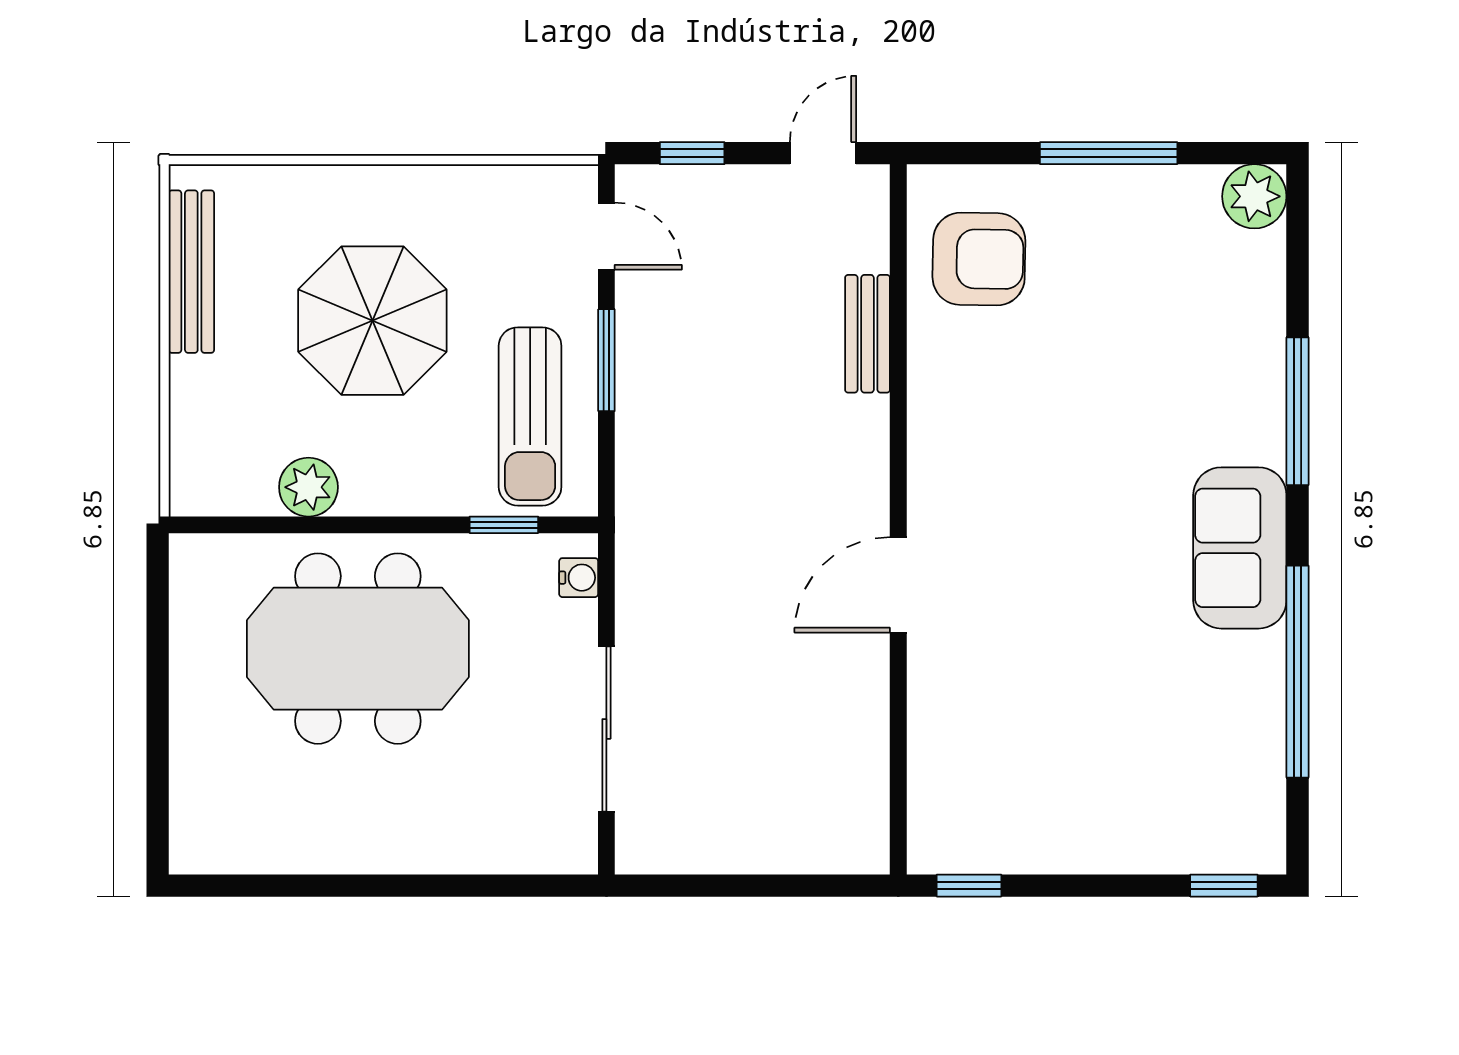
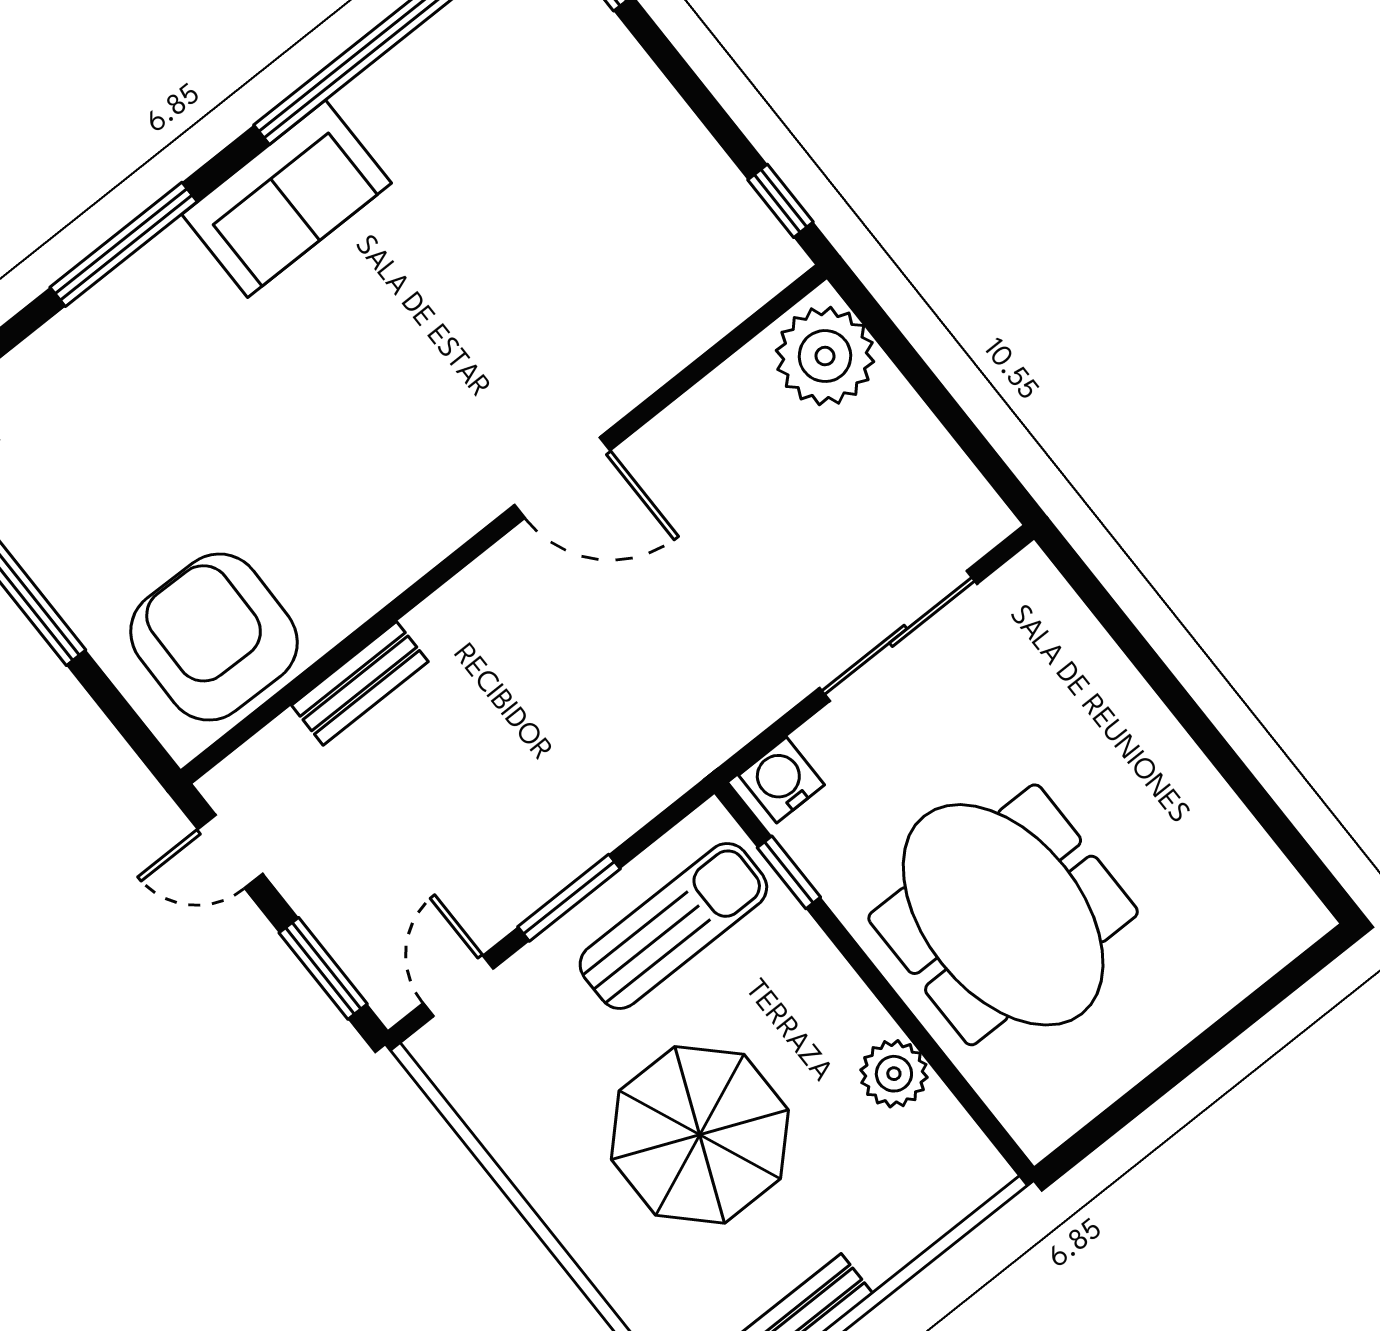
window: (692, 153) -> (323, 968), width x1.50
armchair: (979, 259) -> (214, 637), width x1.36, depth x1.36
water cooler: (579, 578) -> (781, 780), width x1.38, depth x1.38
plant: (838, 831) -> (825, 356), added

